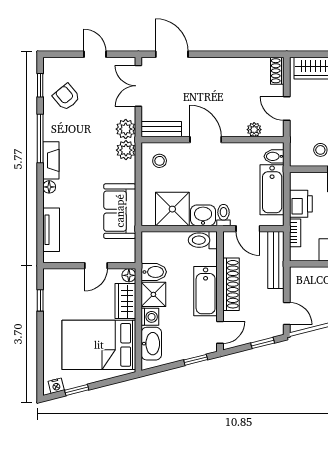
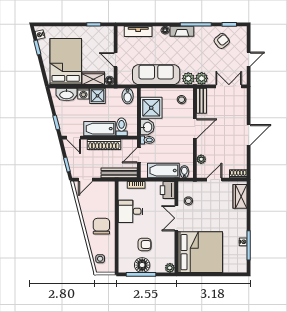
door: (172, 54) -> (249, 135), moved
printer: (301, 204) -> (167, 190), moved, turned 90
sofa: (120, 211) -> (156, 75), width x1.36
toilet: (203, 240) -> (122, 127), moved
bidet: (154, 272) -> (128, 96), moved

